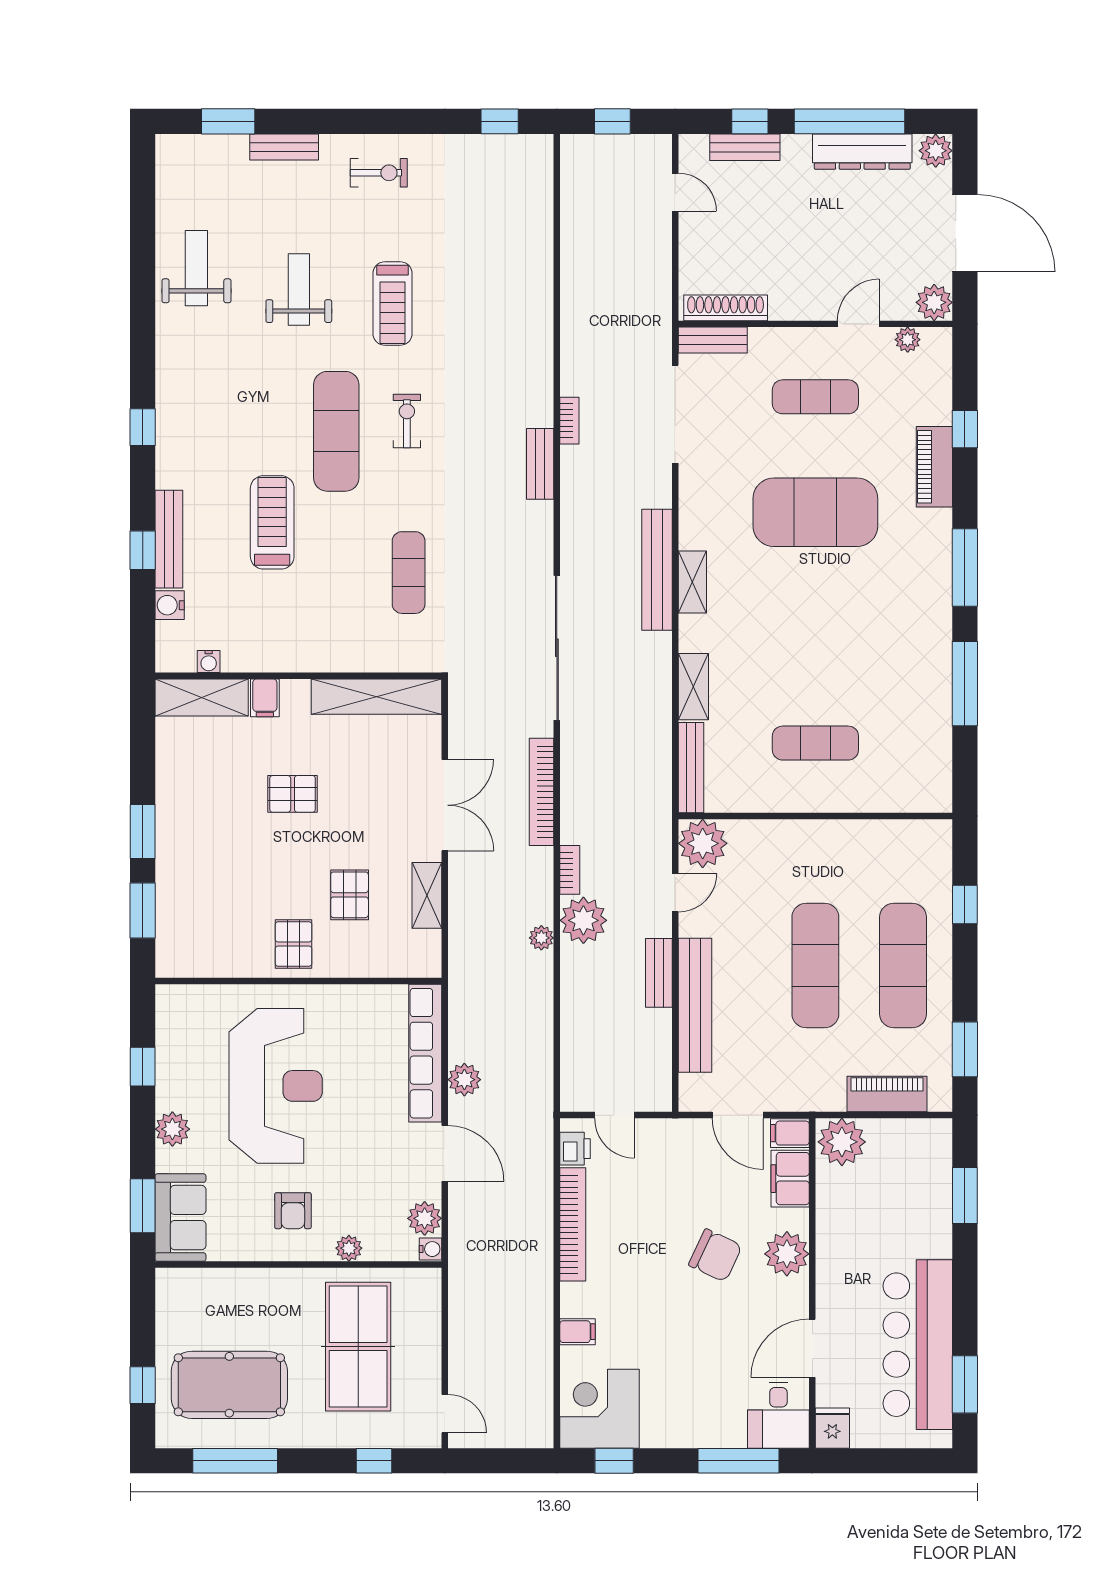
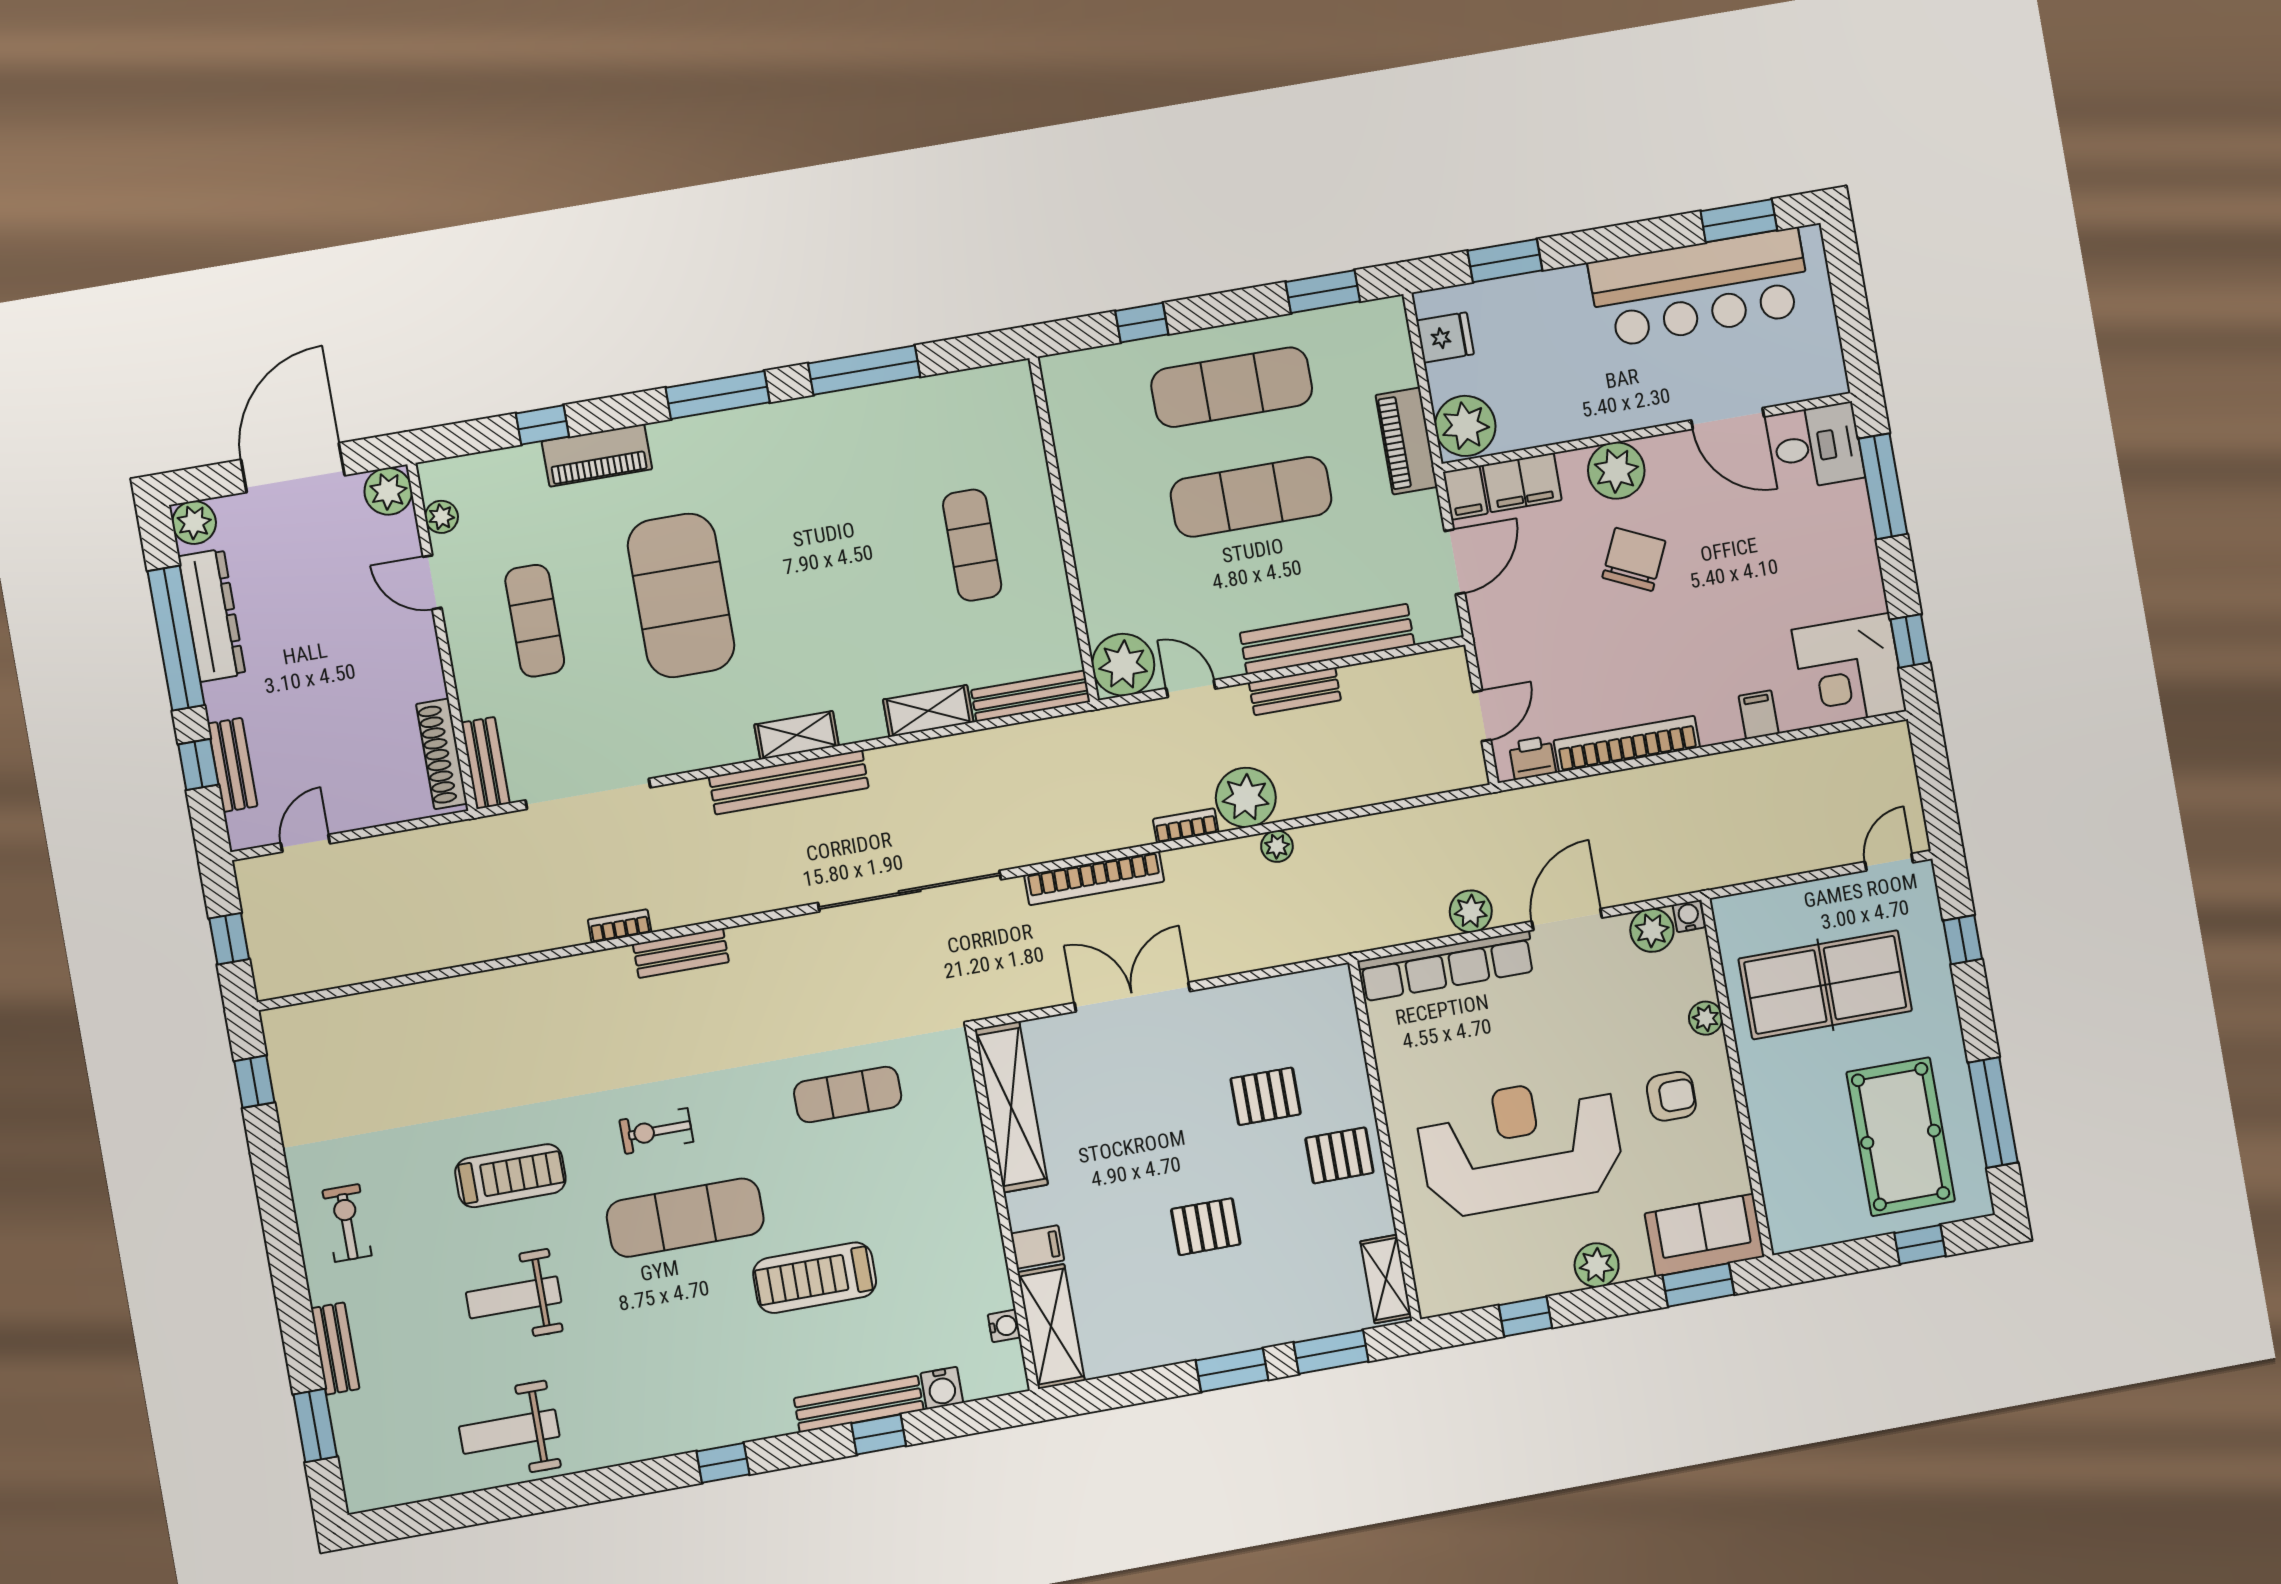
pallet: (293, 794) -> (1206, 1227), moved, turned 90
shelving: (427, 895) -> (1386, 1279), moved, turned 90
piano: (887, 1094) -> (1407, 441), moved
fridge: (832, 1428) -> (1445, 337), moved, turned 180

